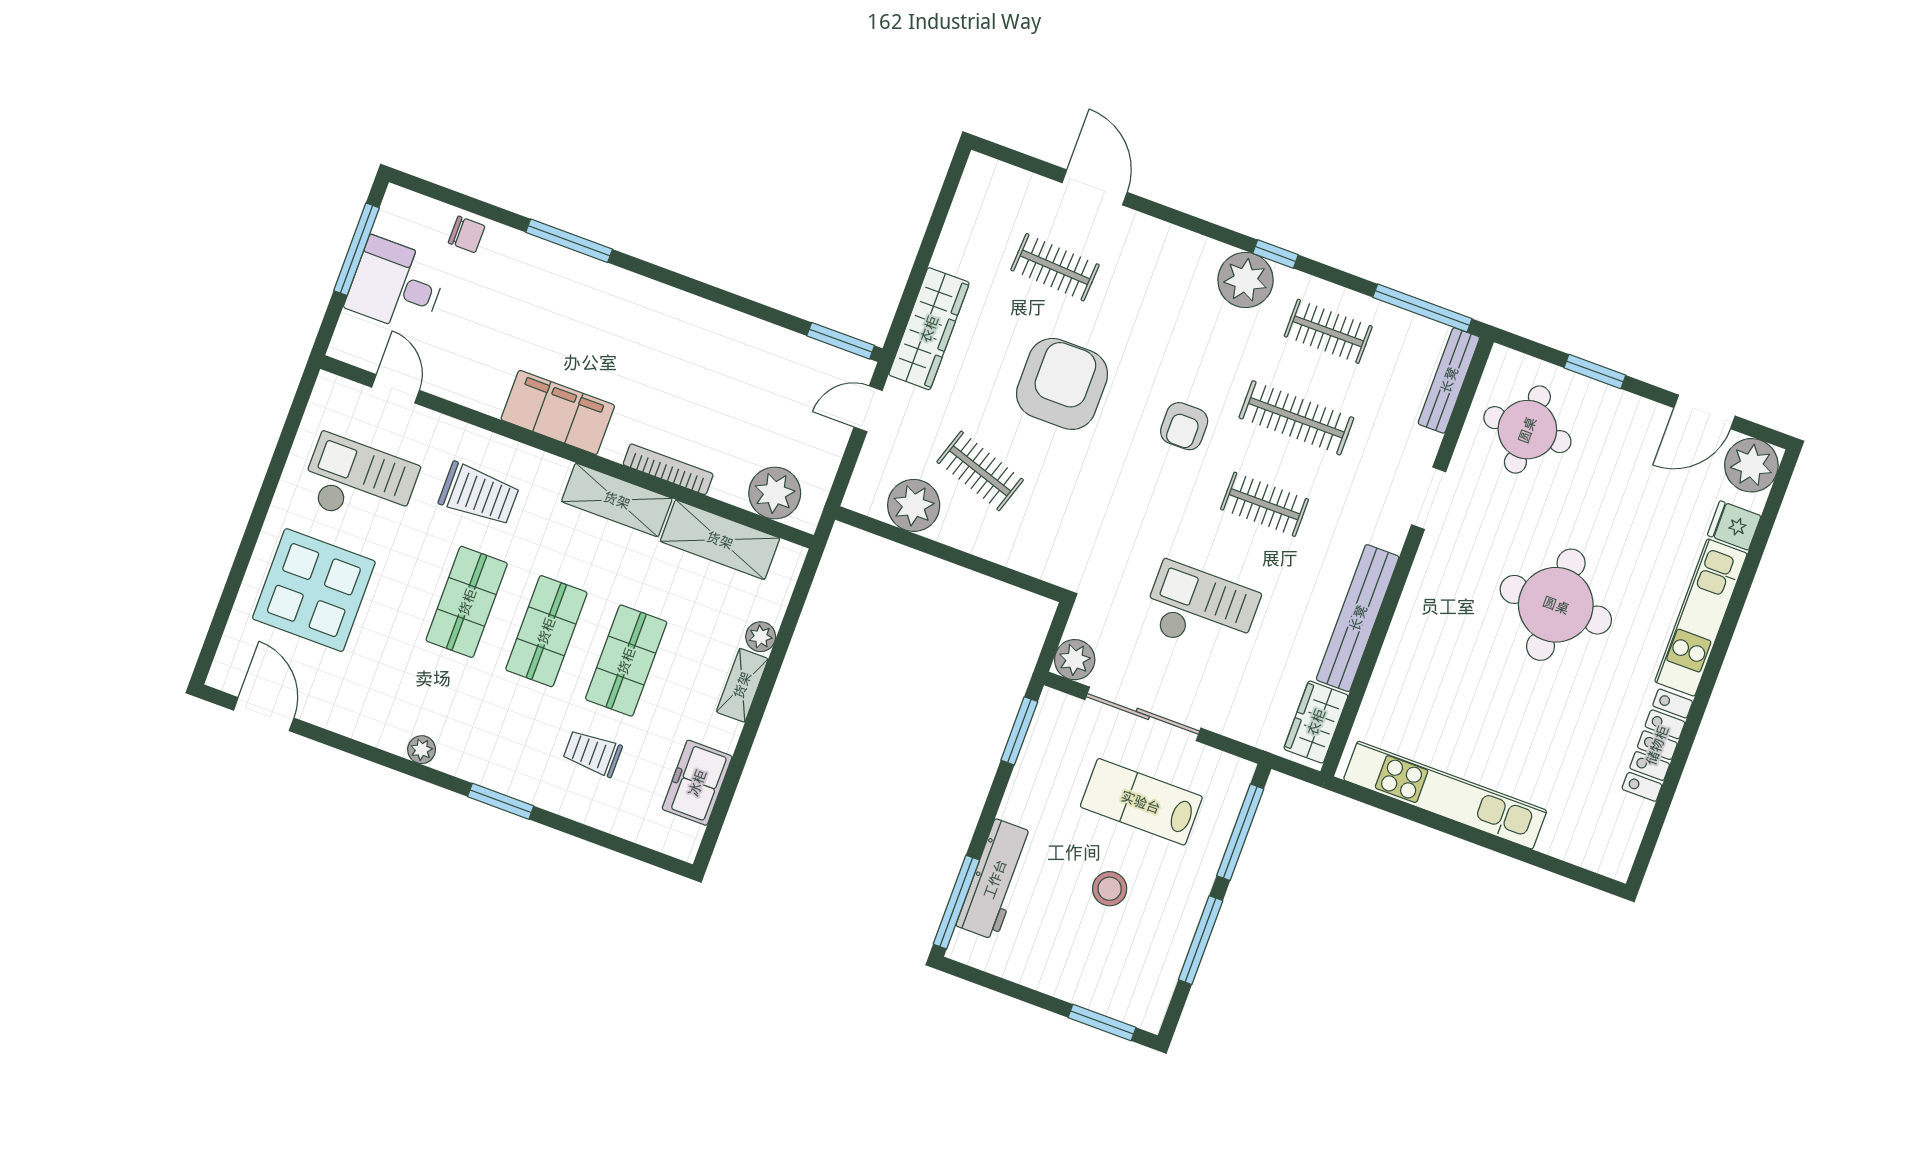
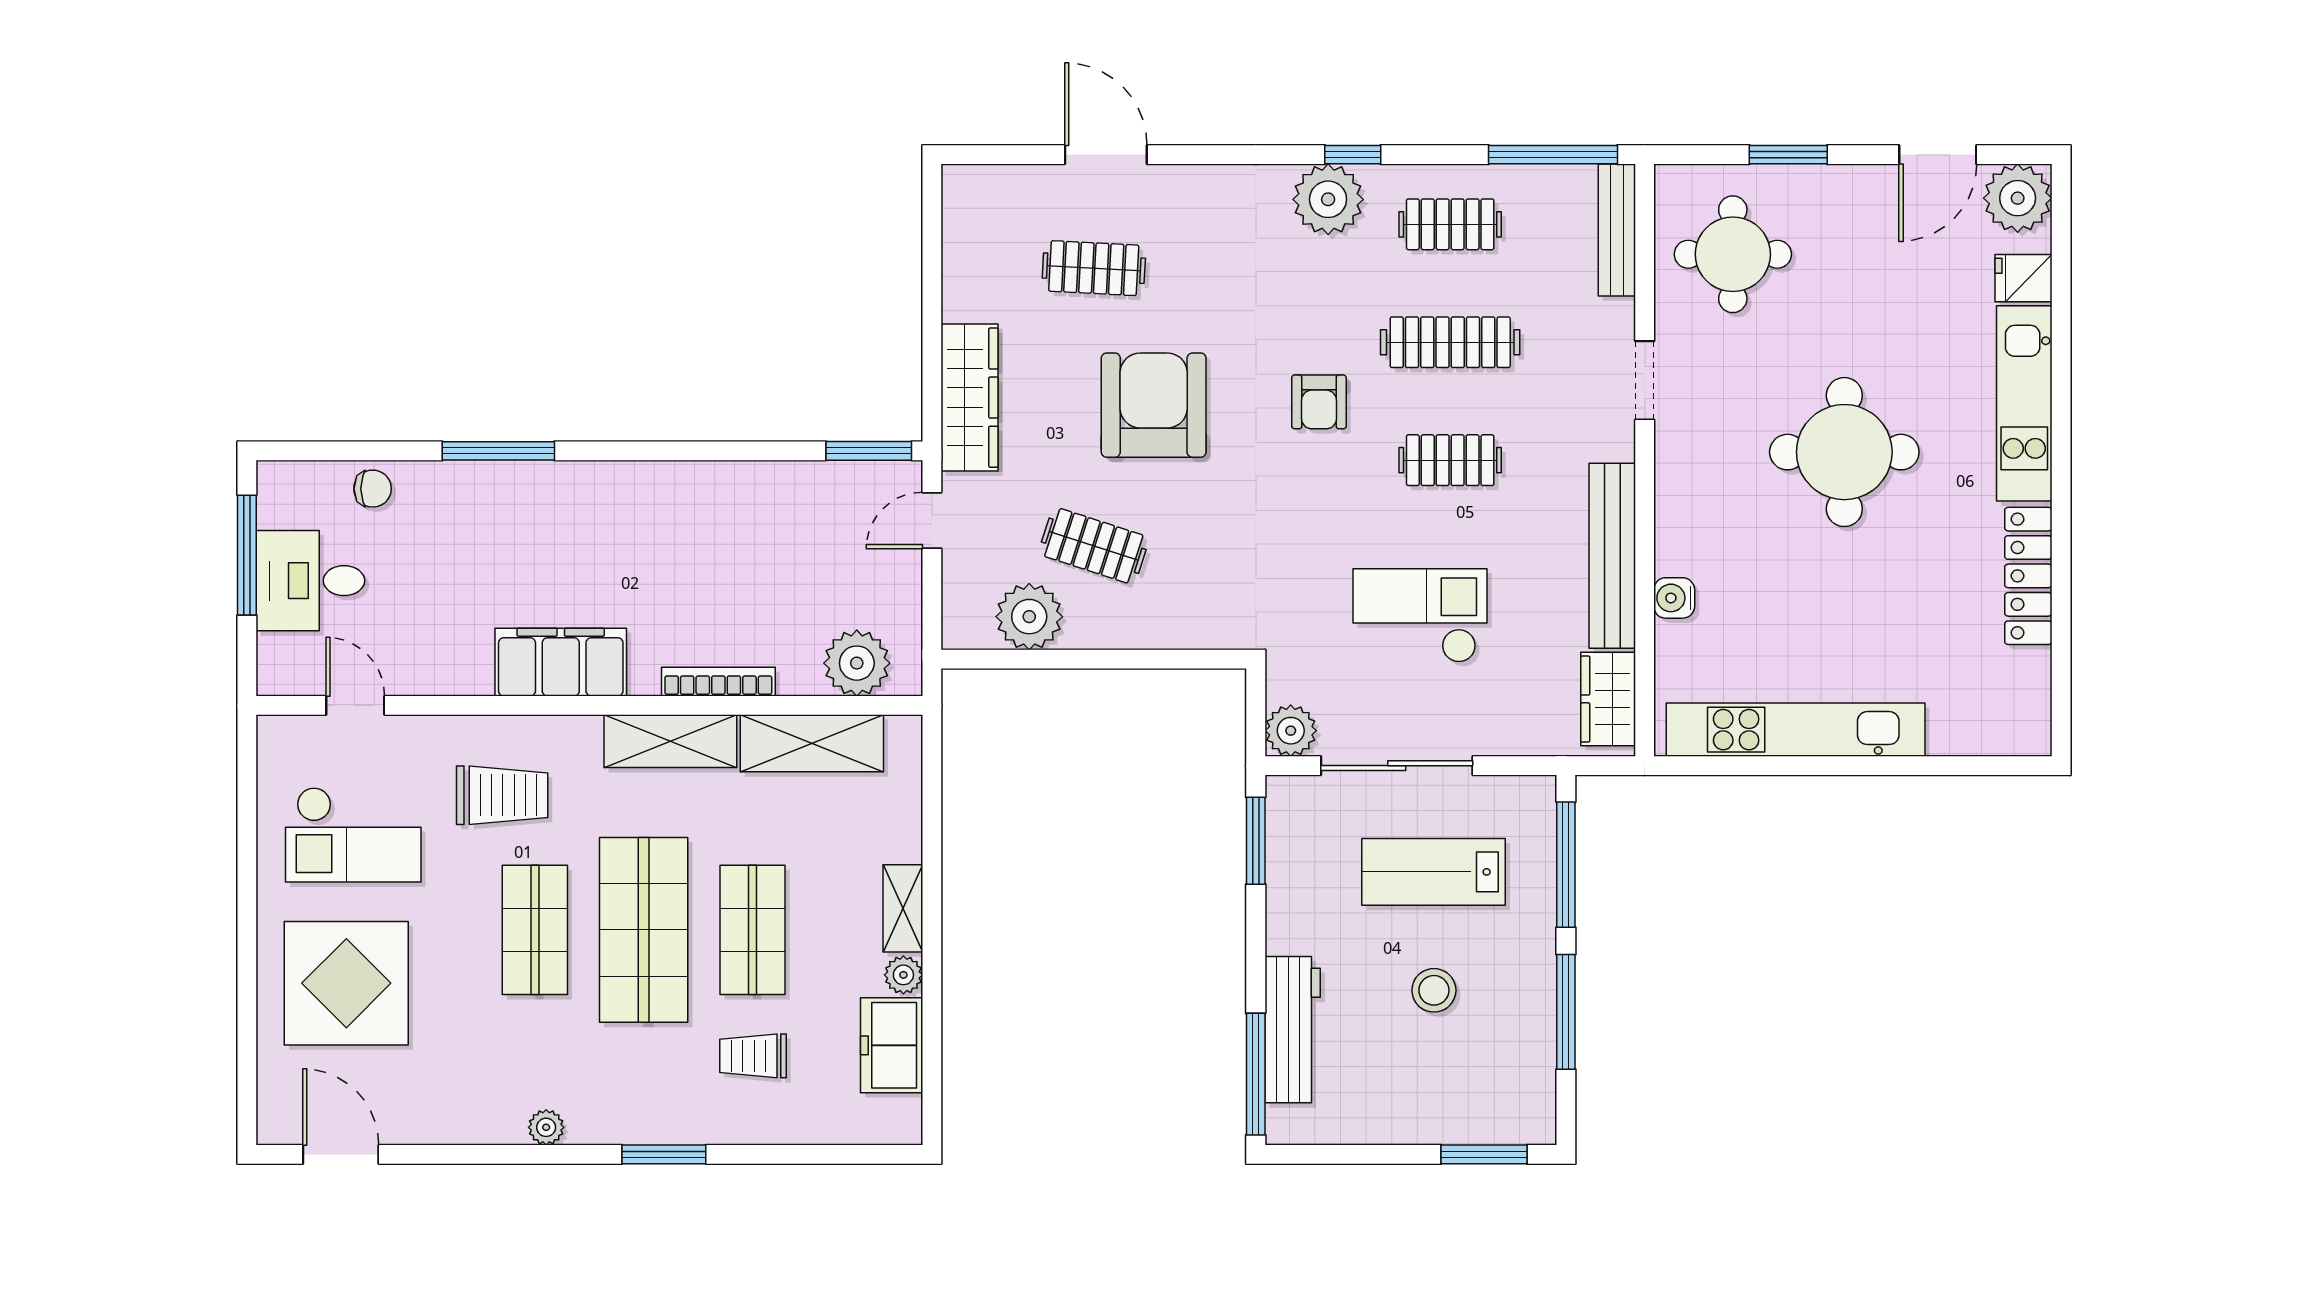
checkout: (359, 483) -> (353, 835), turned 180
shop shelf: (546, 631) -> (644, 930), width x1.43, depth x1.36
plant: (761, 637) -> (903, 975), moved
water cooler: (1392, 666) -> (1674, 598), added

